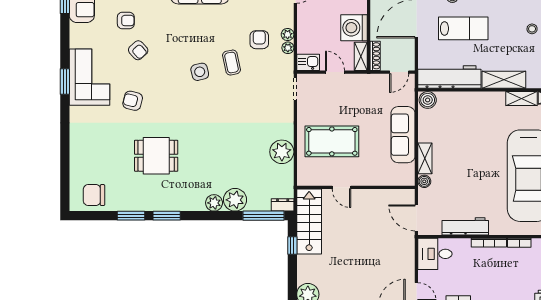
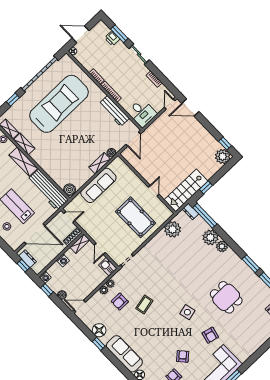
washing machine: (354, 28) -> (63, 260), width x0.53, depth x0.53
side table: (200, 72) -> (187, 312), moved
plant: (282, 152) -> (173, 229), moved

